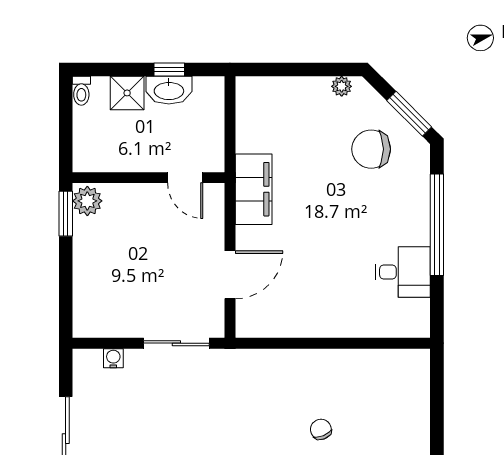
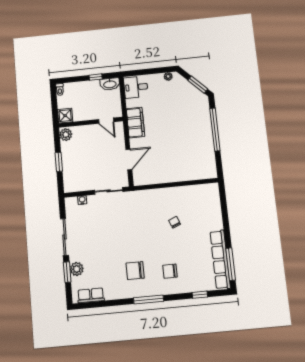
washbasin: (169, 90) -> (110, 84), moved
shower: (127, 93) -> (65, 116), moved
chair: (371, 149) -> (183, 101), removed
window: (66, 214) -> (59, 162), moved
desk: (403, 272) -> (136, 87), moved, turned 180

